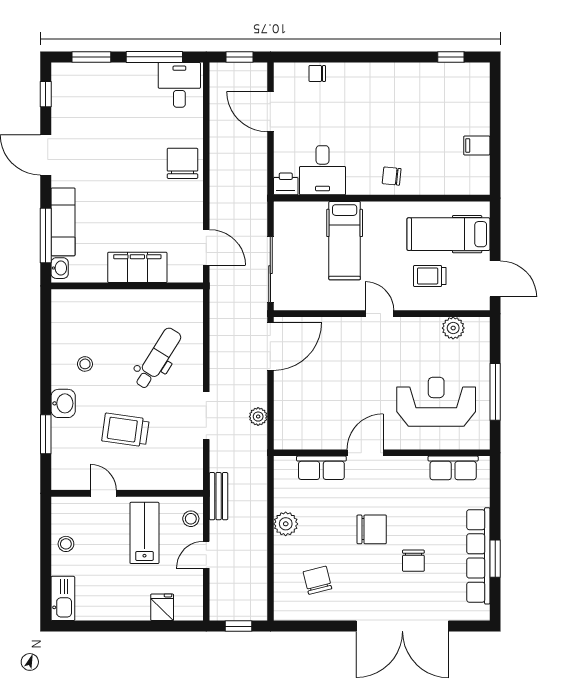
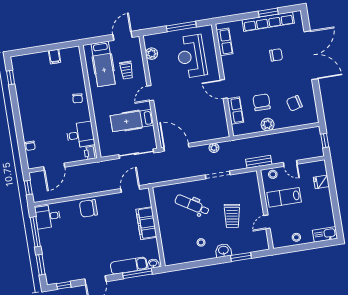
hospital bed: (345, 241) -> (132, 120), moved, turned 180
chair: (372, 529) -> (262, 102), moved

